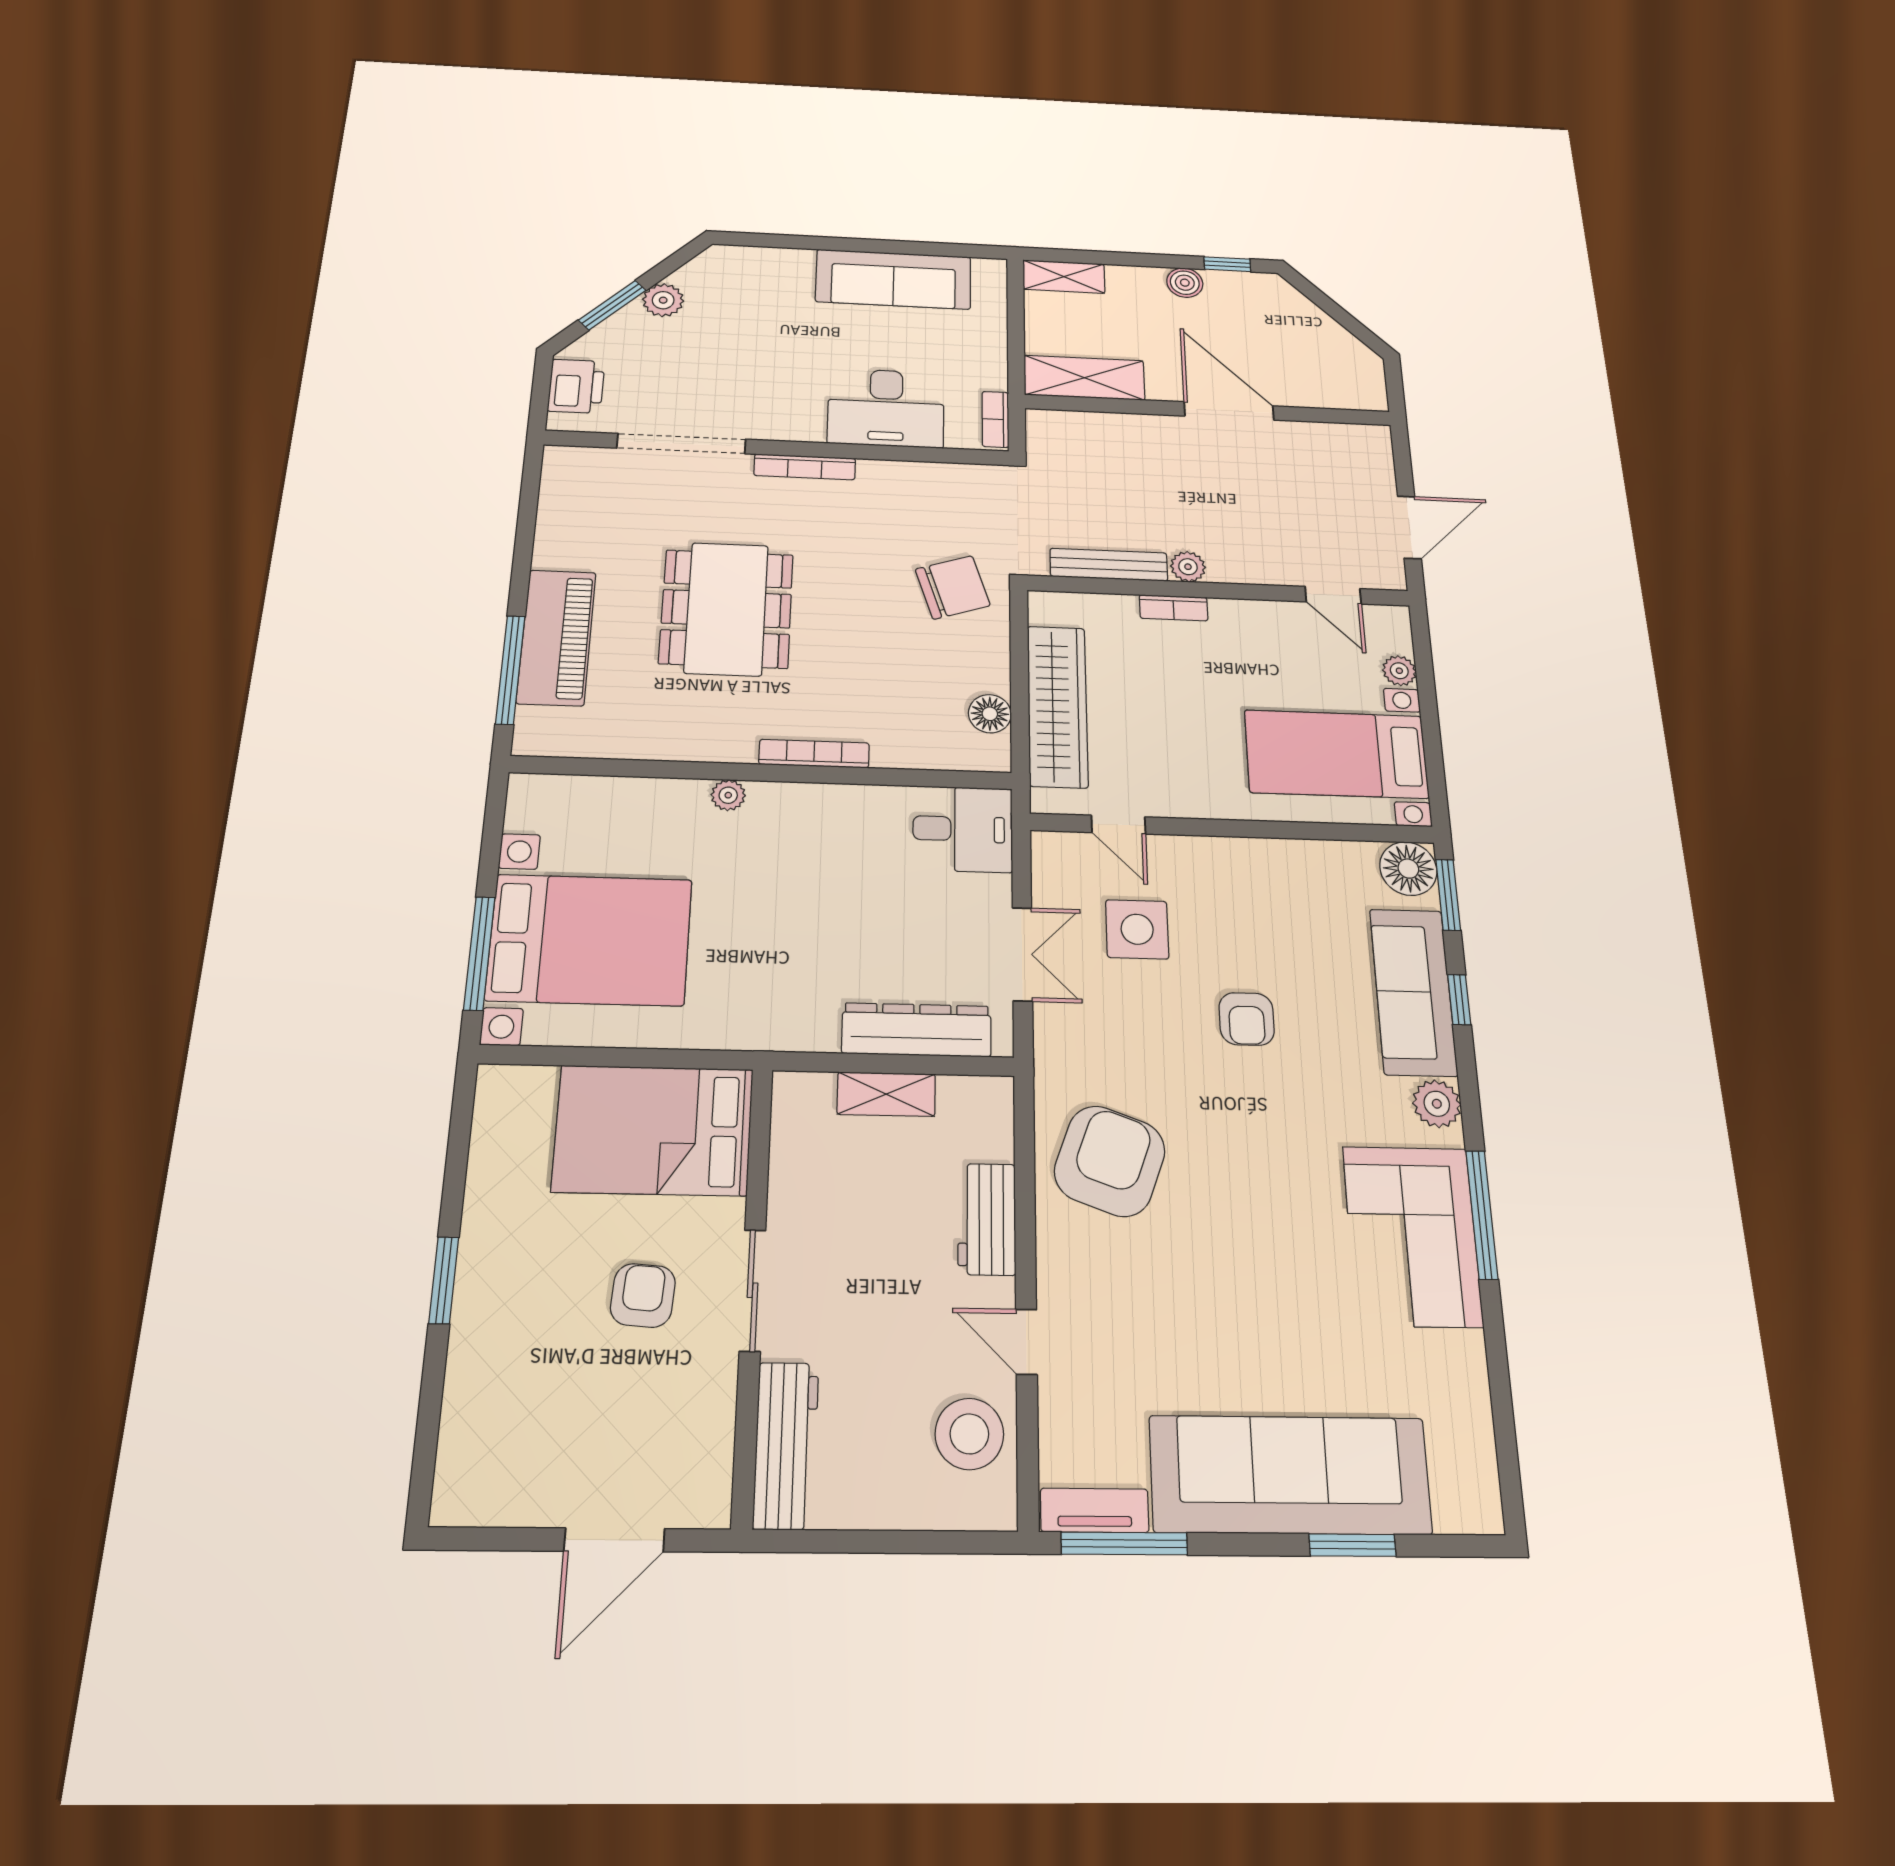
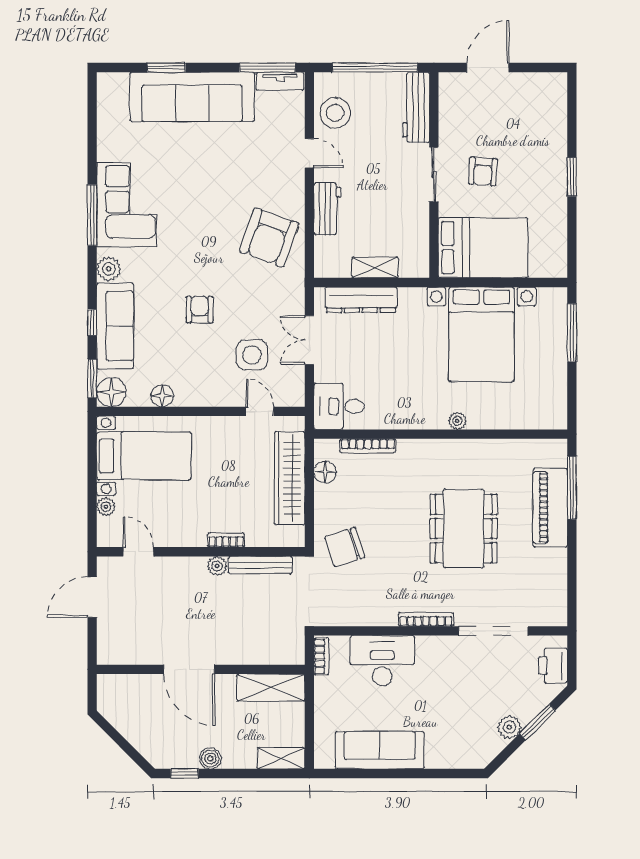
bookcase: (814, 754) -> (368, 446), moved
floor lamp: (1310, 859) -> (162, 396), added
bed with nightstands: (590, 940) -> (482, 334), moved, turned -90
window: (877, 1542) -> (375, 68), added

